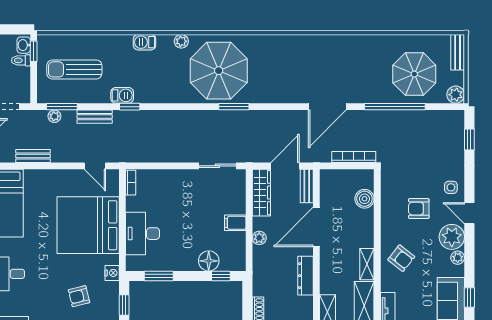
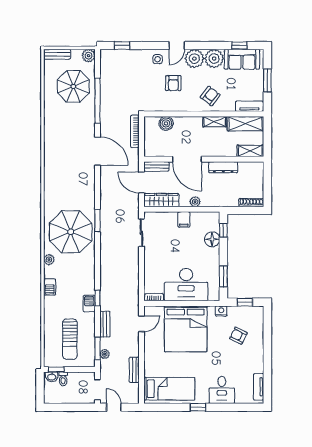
desk: (143, 234) -> (186, 285), width x1.36, depth x1.30
plant: (458, 258) -> (214, 59), width x1.88, depth x1.88
armchair: (79, 296) -> (238, 336), turned 130

